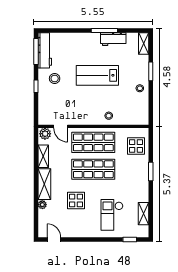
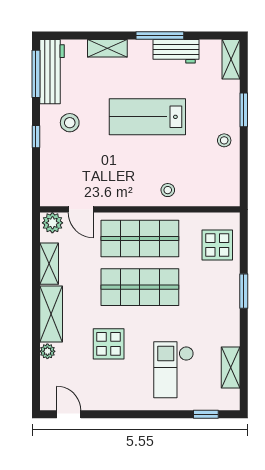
shelving: (75, 37) -> (107, 48), added

